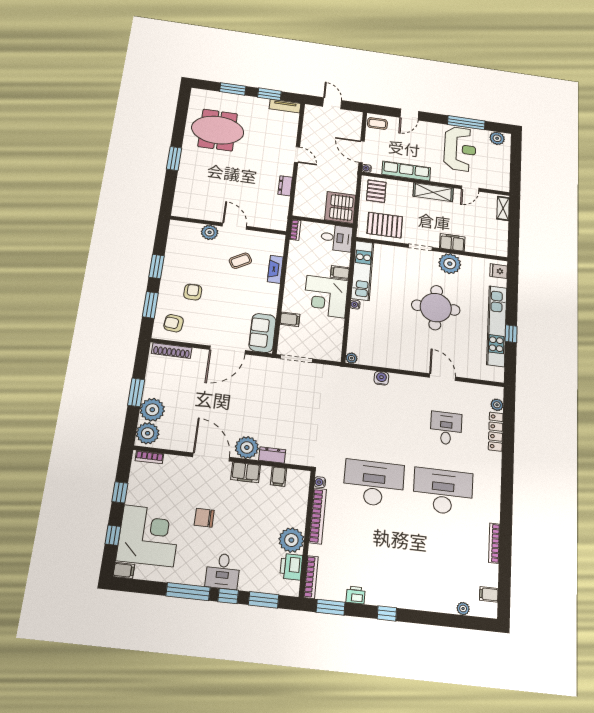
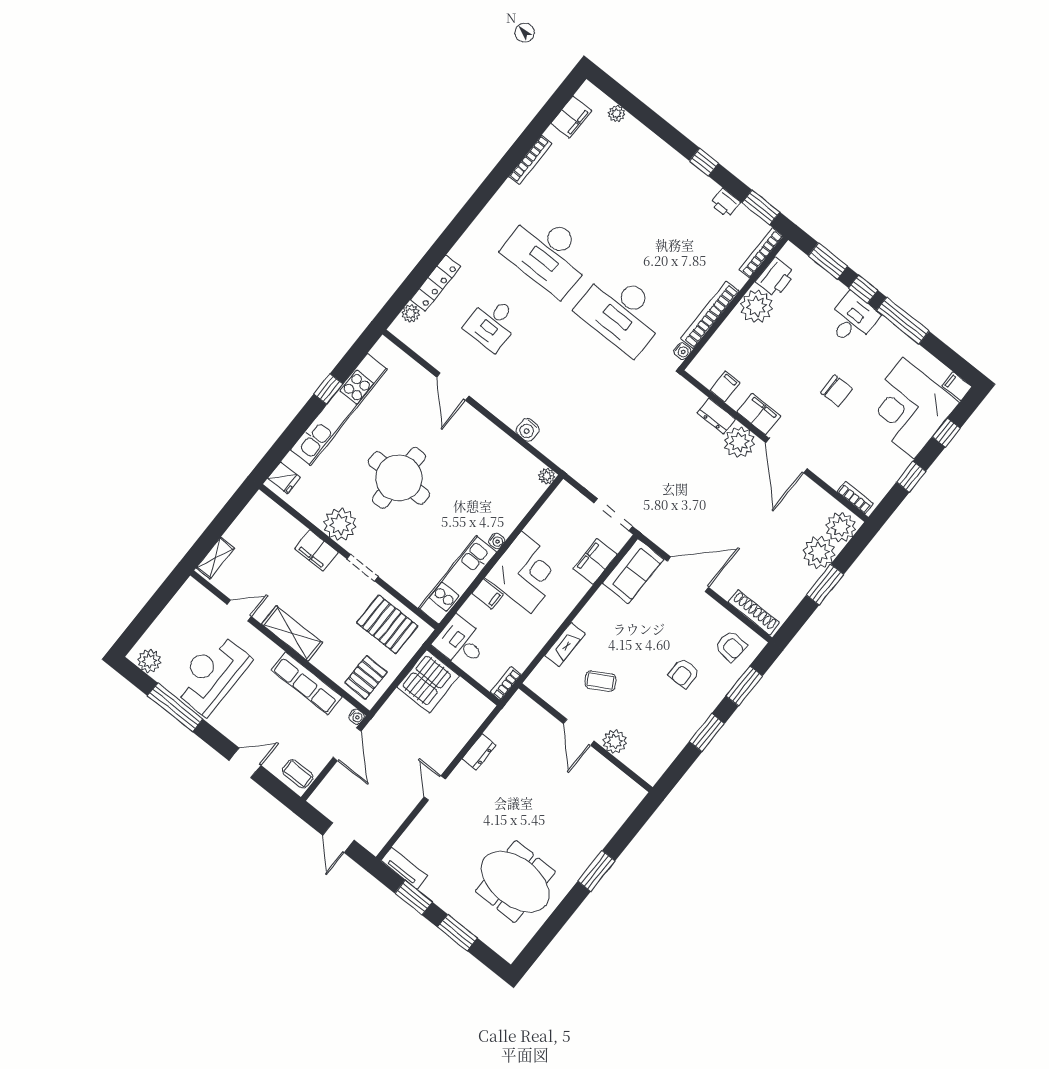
filing cabinet: (290, 319) -> (595, 561), width x2.00
filing cabinet: (489, 594) -> (571, 117), width x2.00

